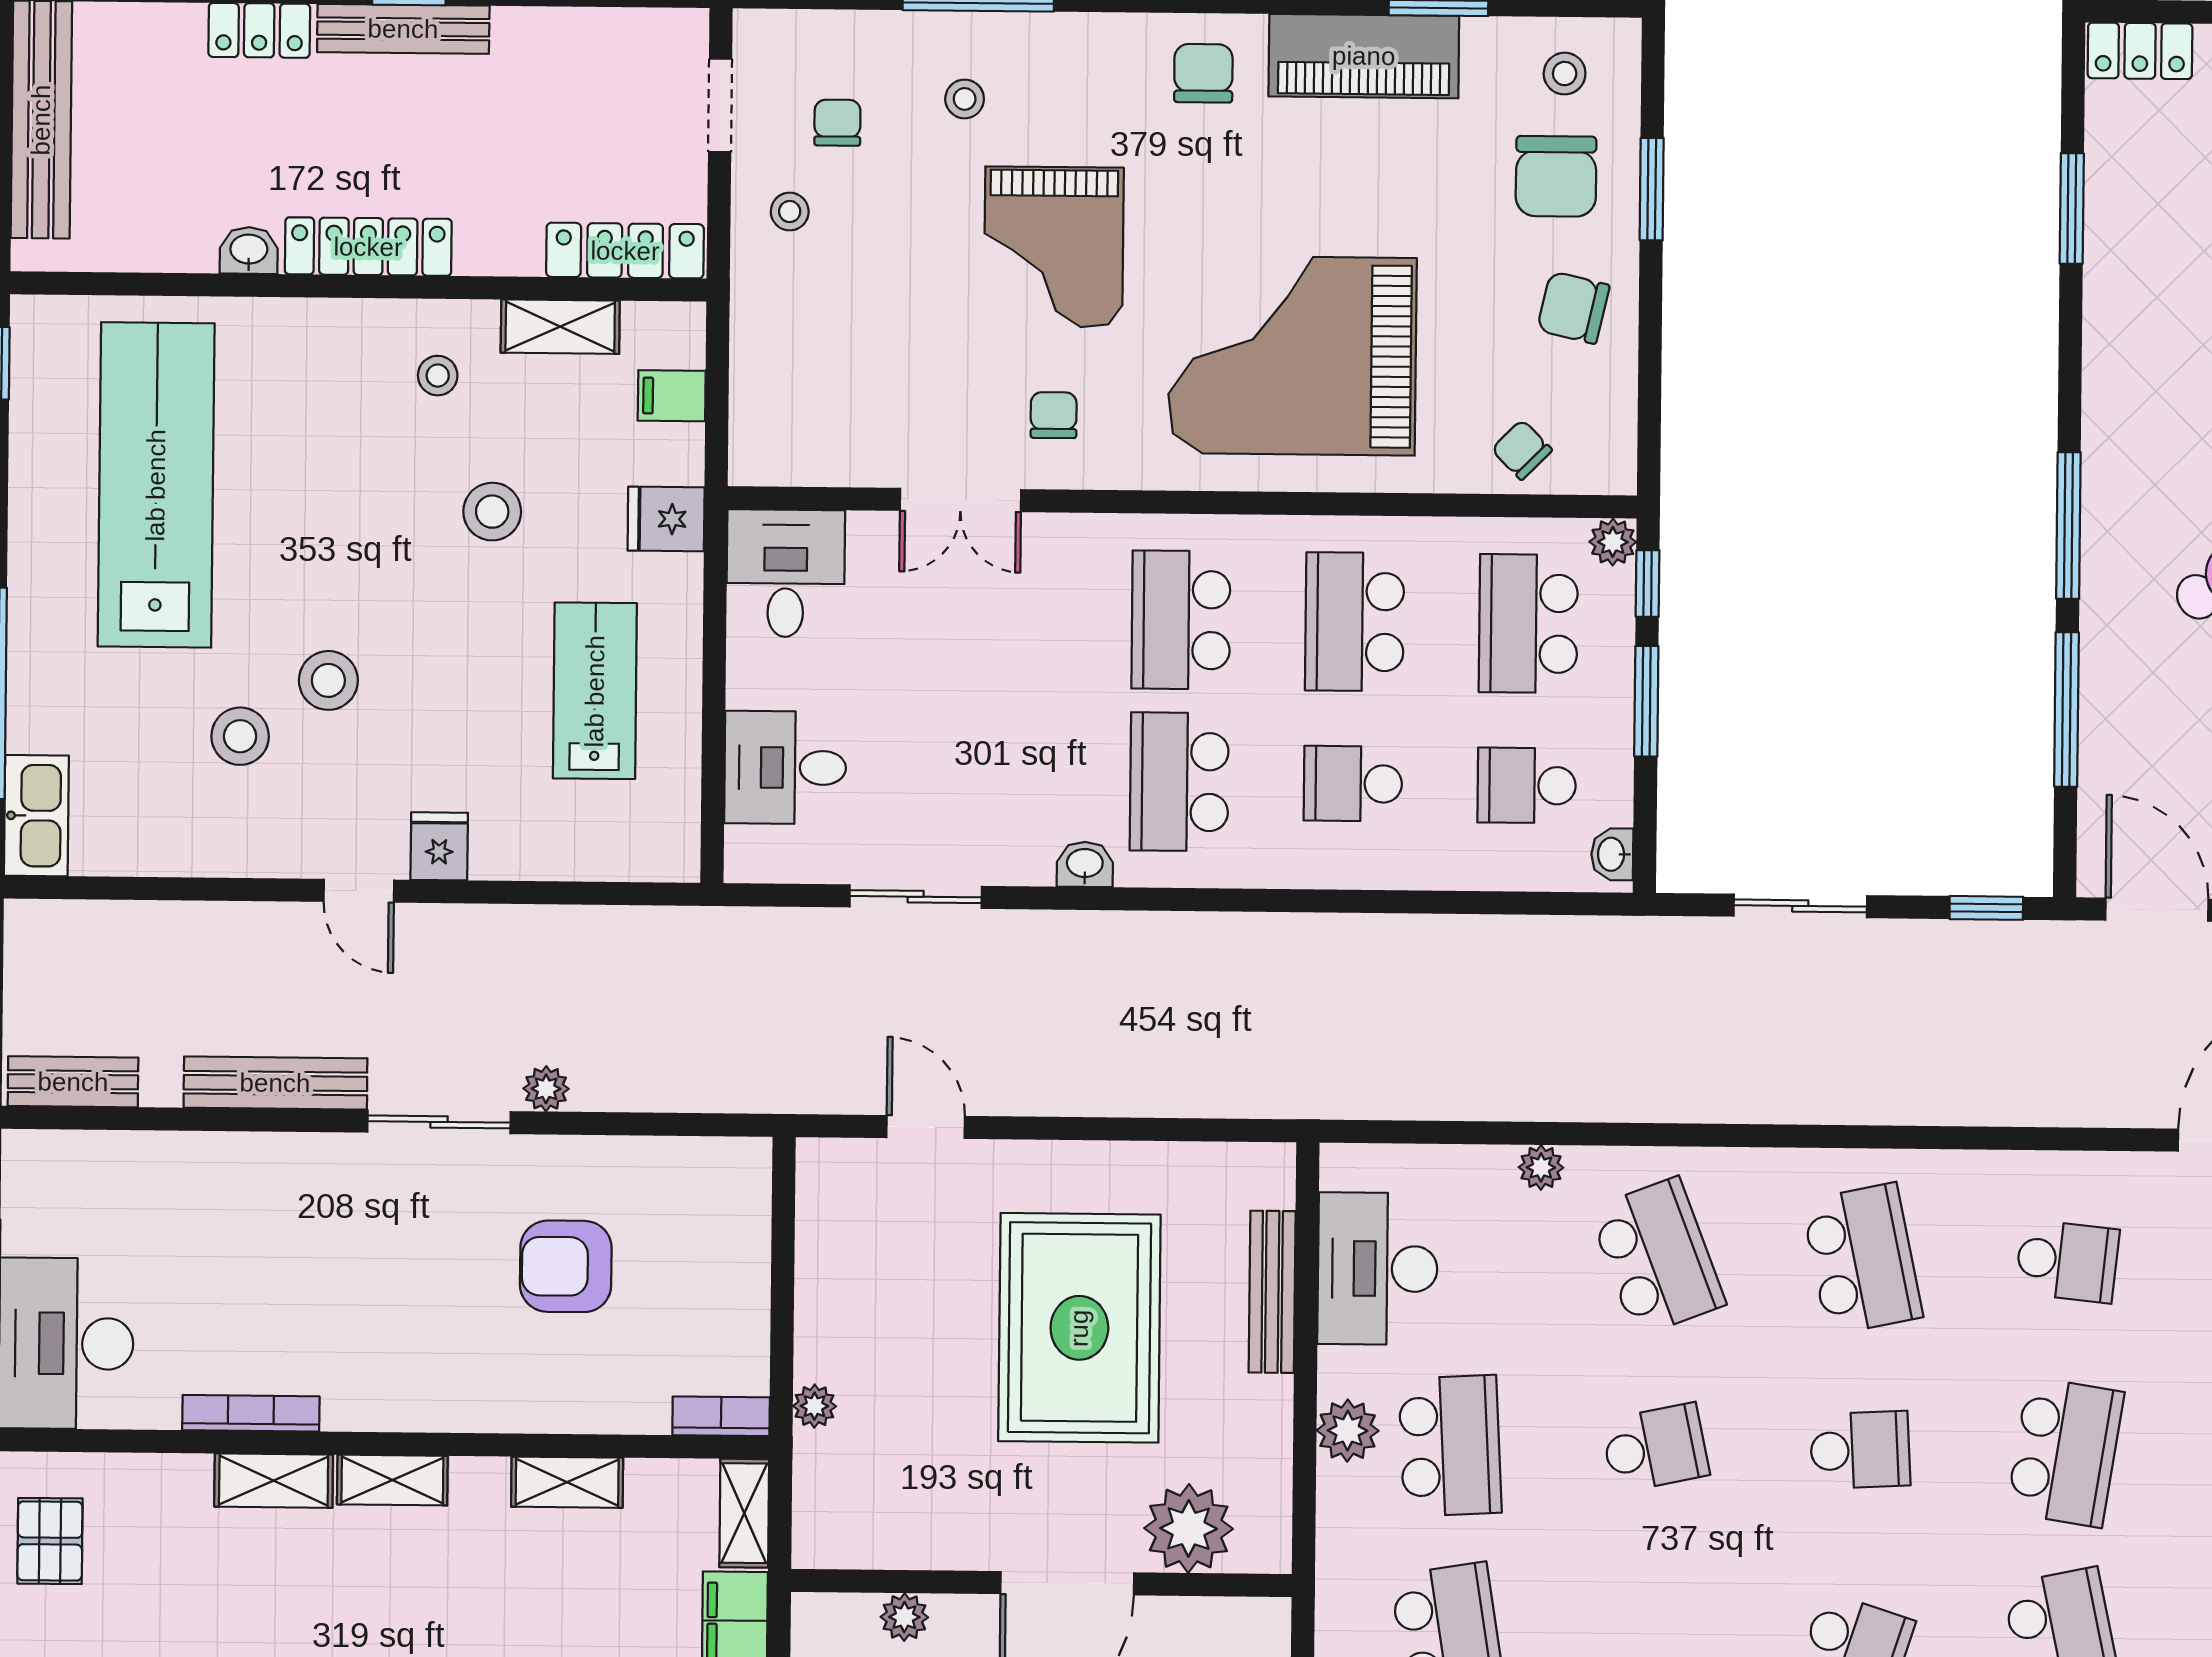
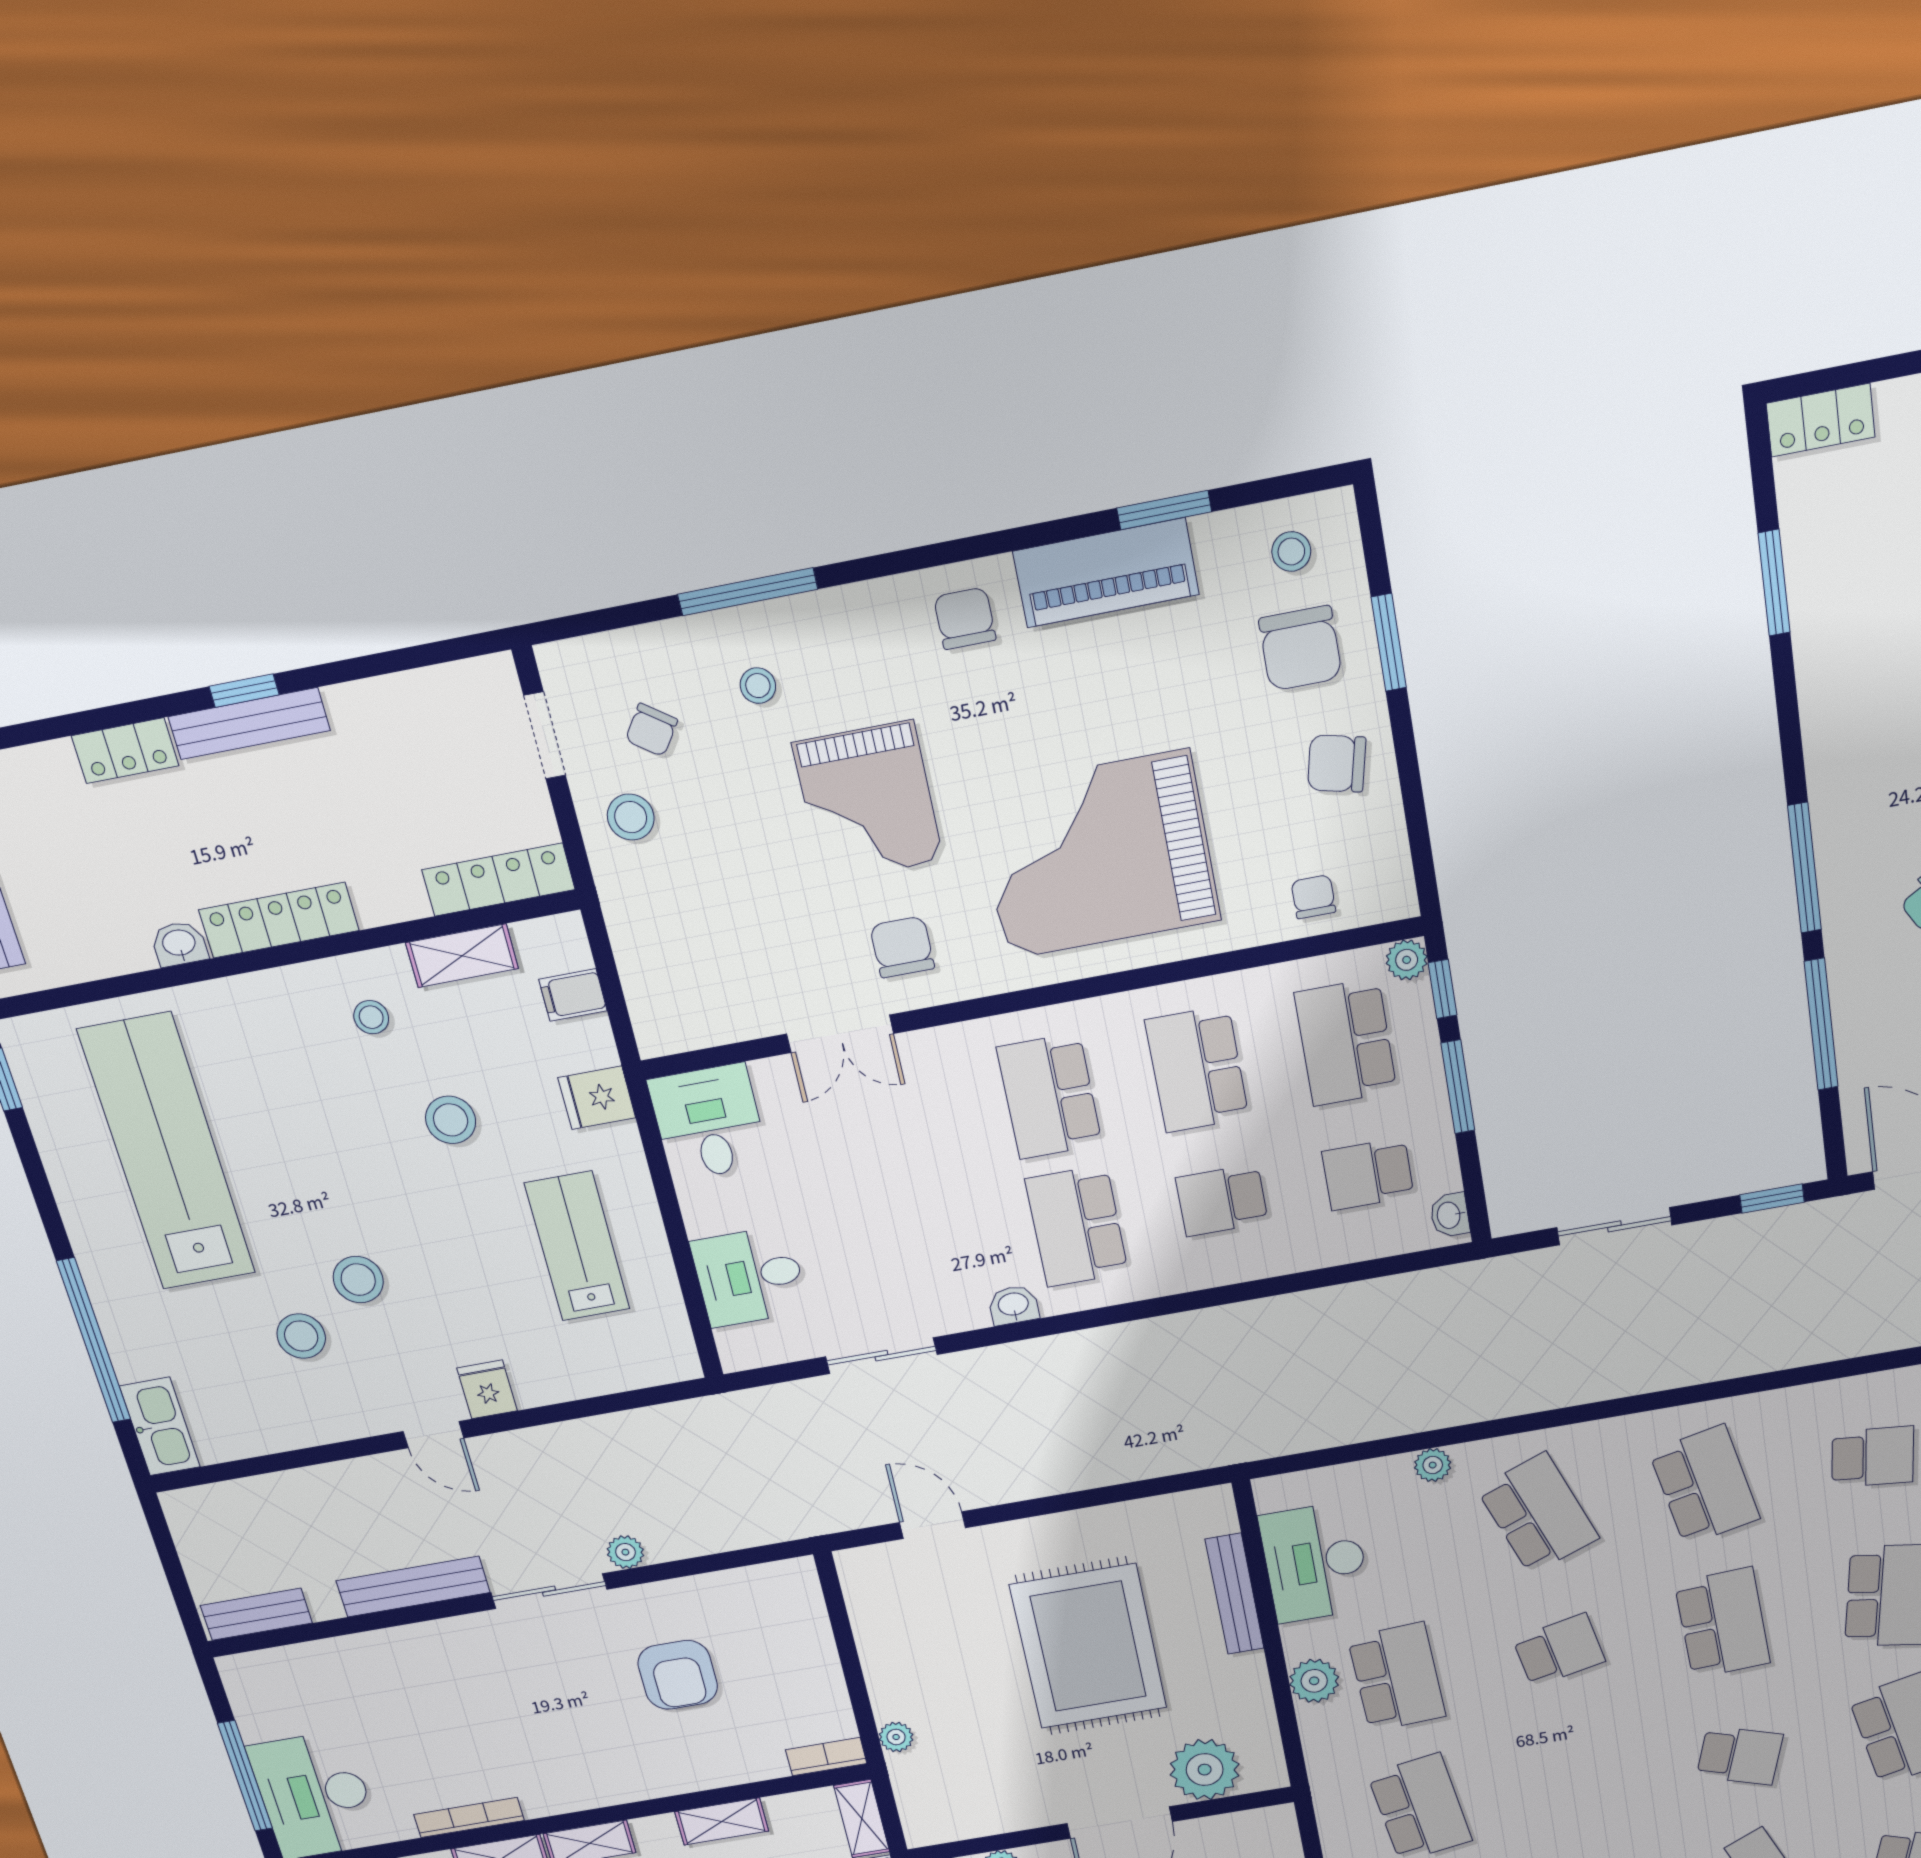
chair: (837, 123) -> (651, 730), turned -145
stool: (790, 212) -> (631, 817), width x1.37, depth x1.37
chair: (1054, 415) -> (902, 947), width x1.37, depth x1.37
chair: (1522, 450) -> (1313, 897), turned 45
armchair: (566, 1266) -> (678, 1675), turned -90
school desk: (1860, 1450) -> (1722, 1623), width x1.85

